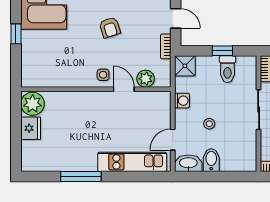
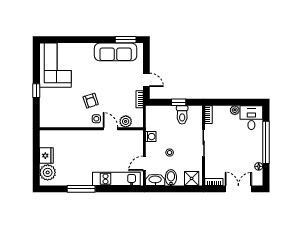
armchair: (110, 27) -> (91, 101), moved
shower: (185, 66) -> (192, 178), moved
plant: (33, 104) -> (48, 172), moved

